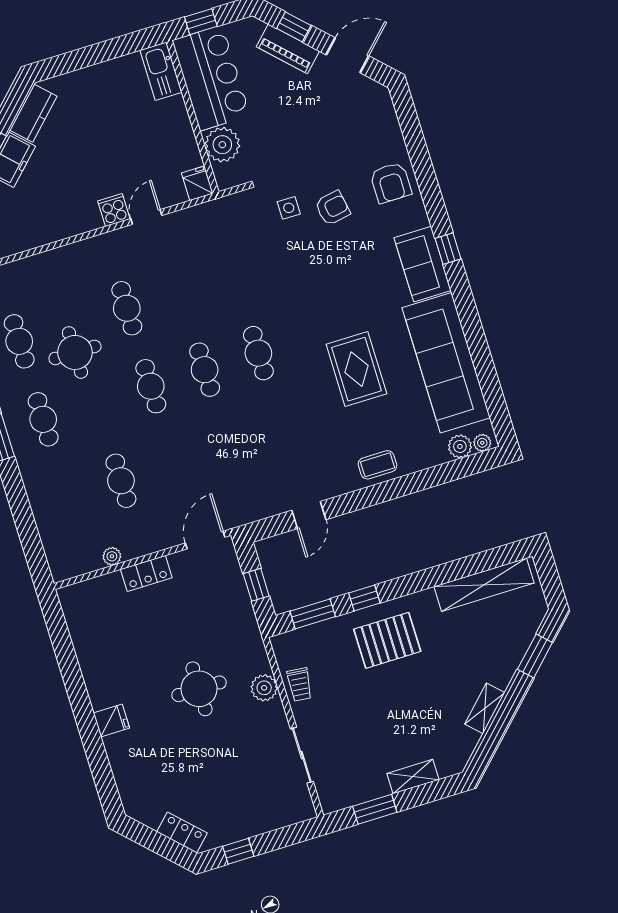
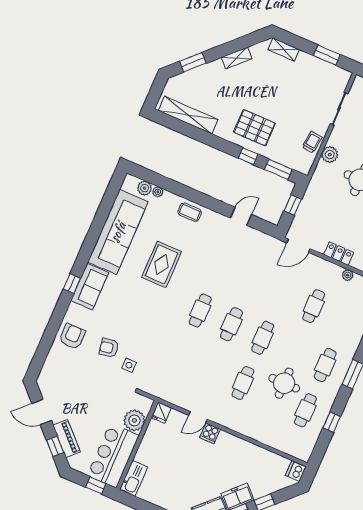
plant: (482, 443) -> (158, 192), moved
shelving: (413, 777) -> (284, 49), moved

